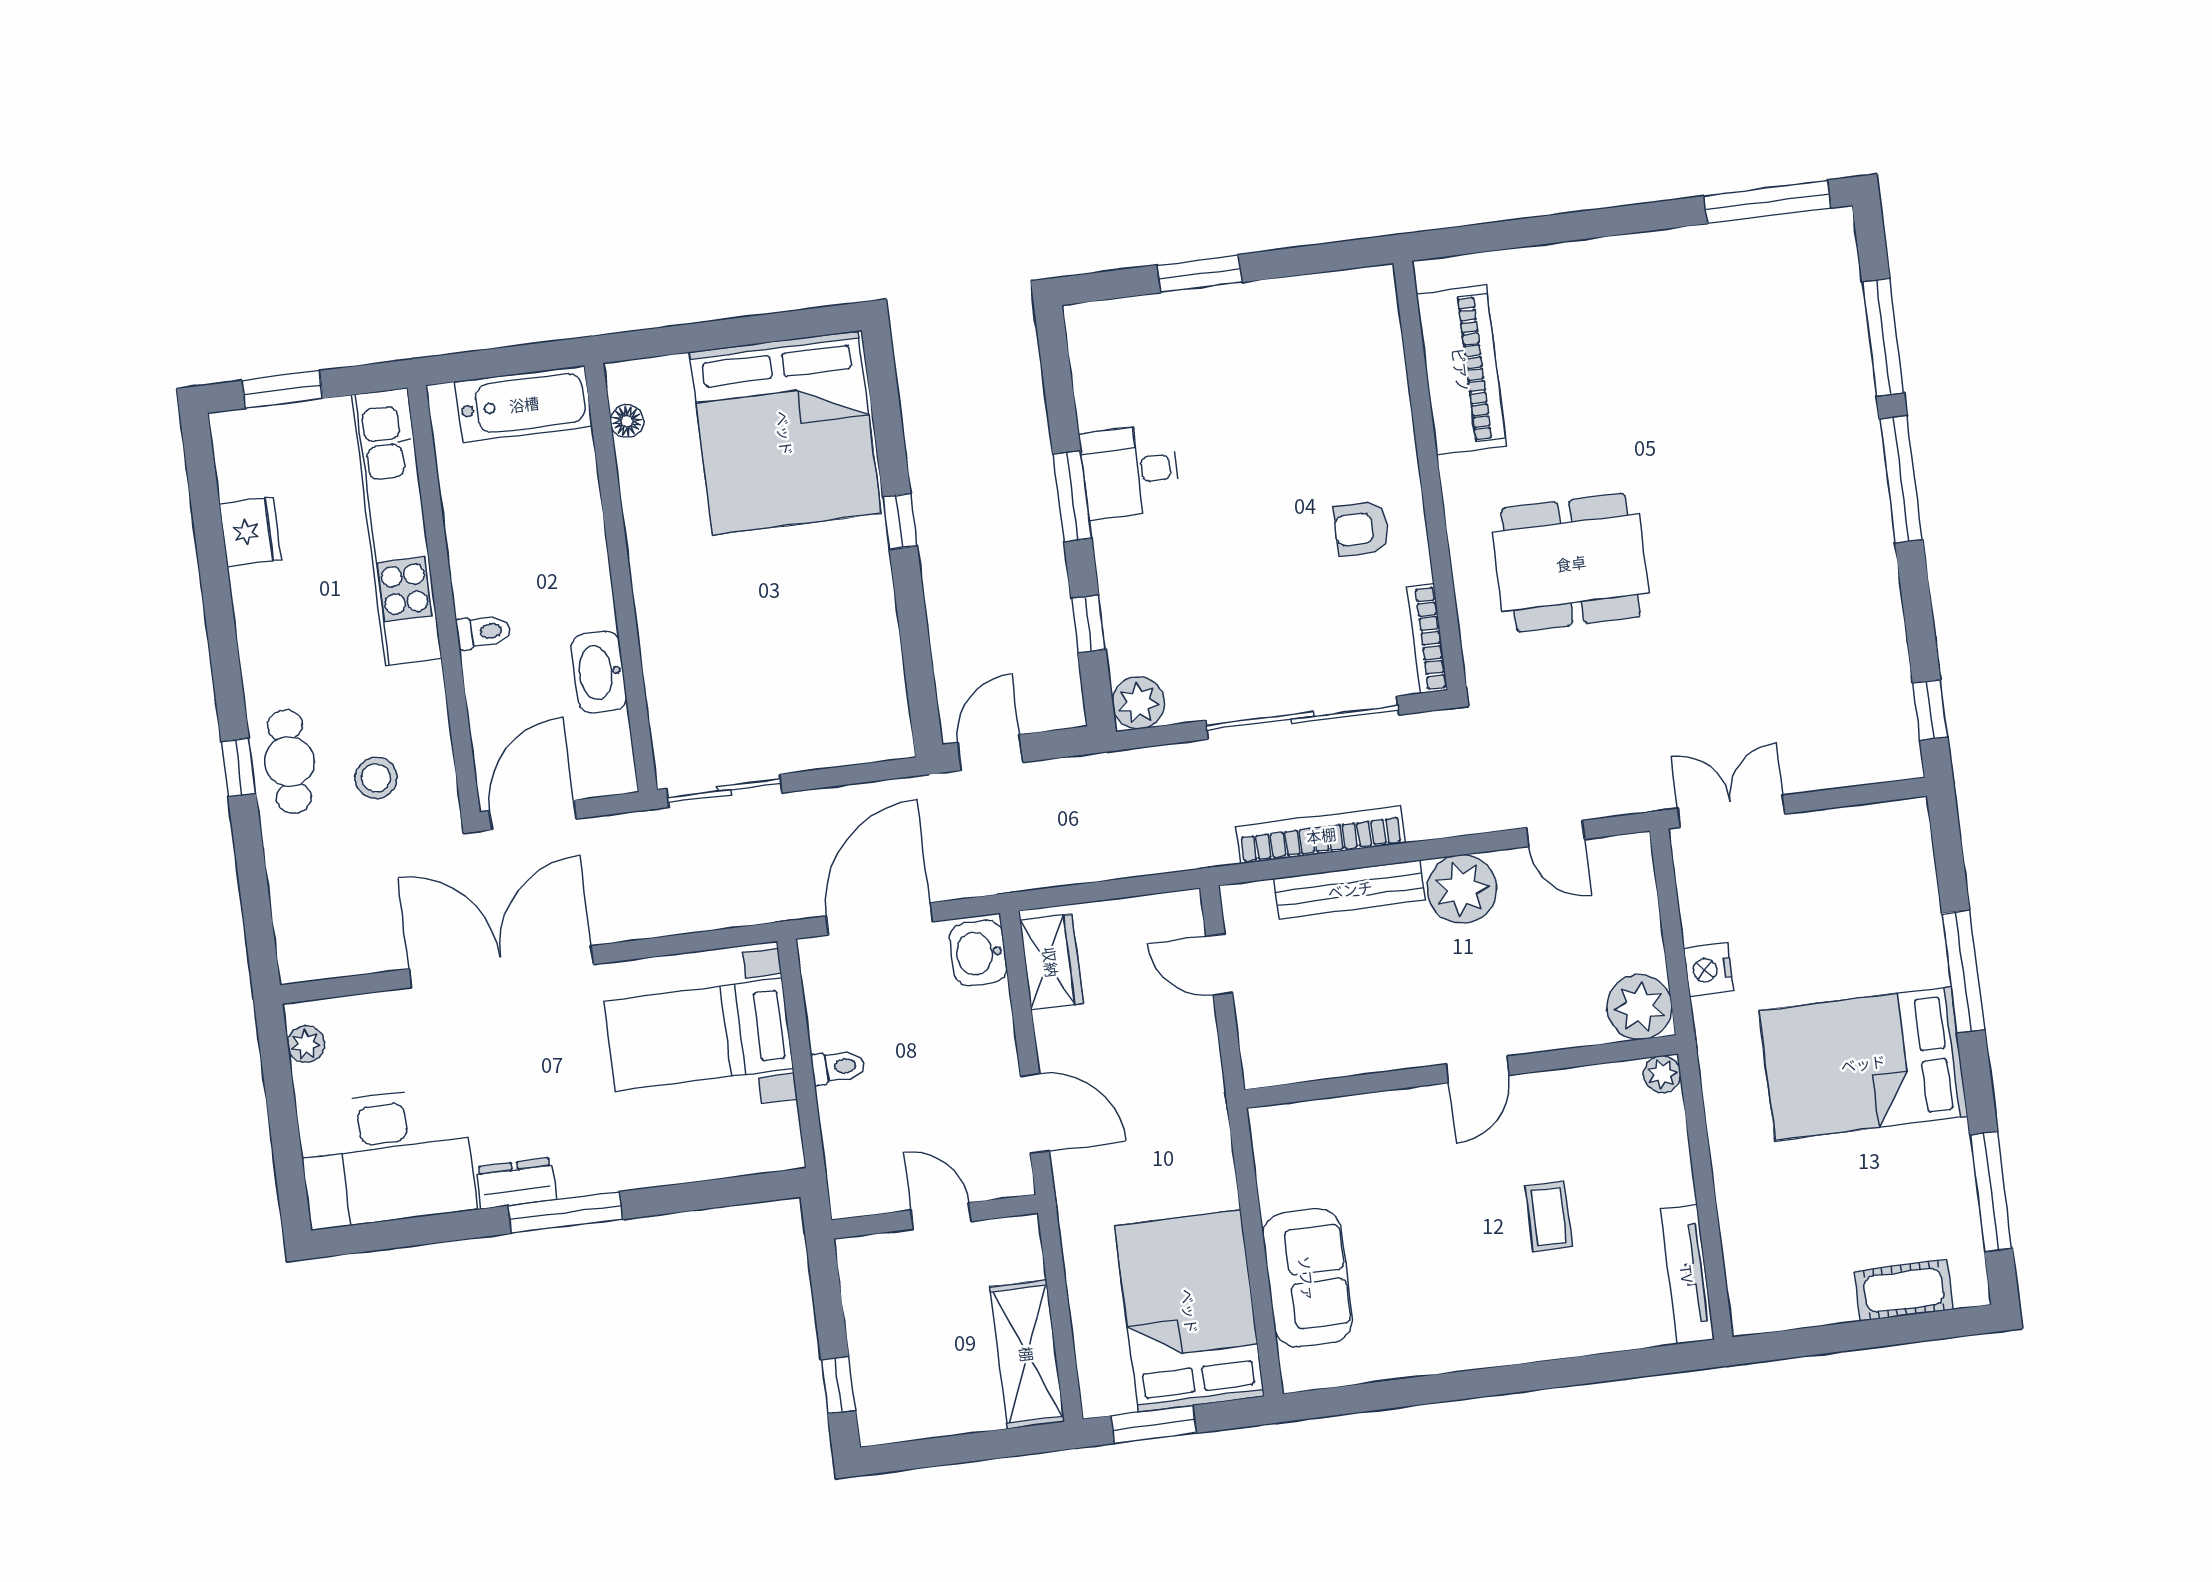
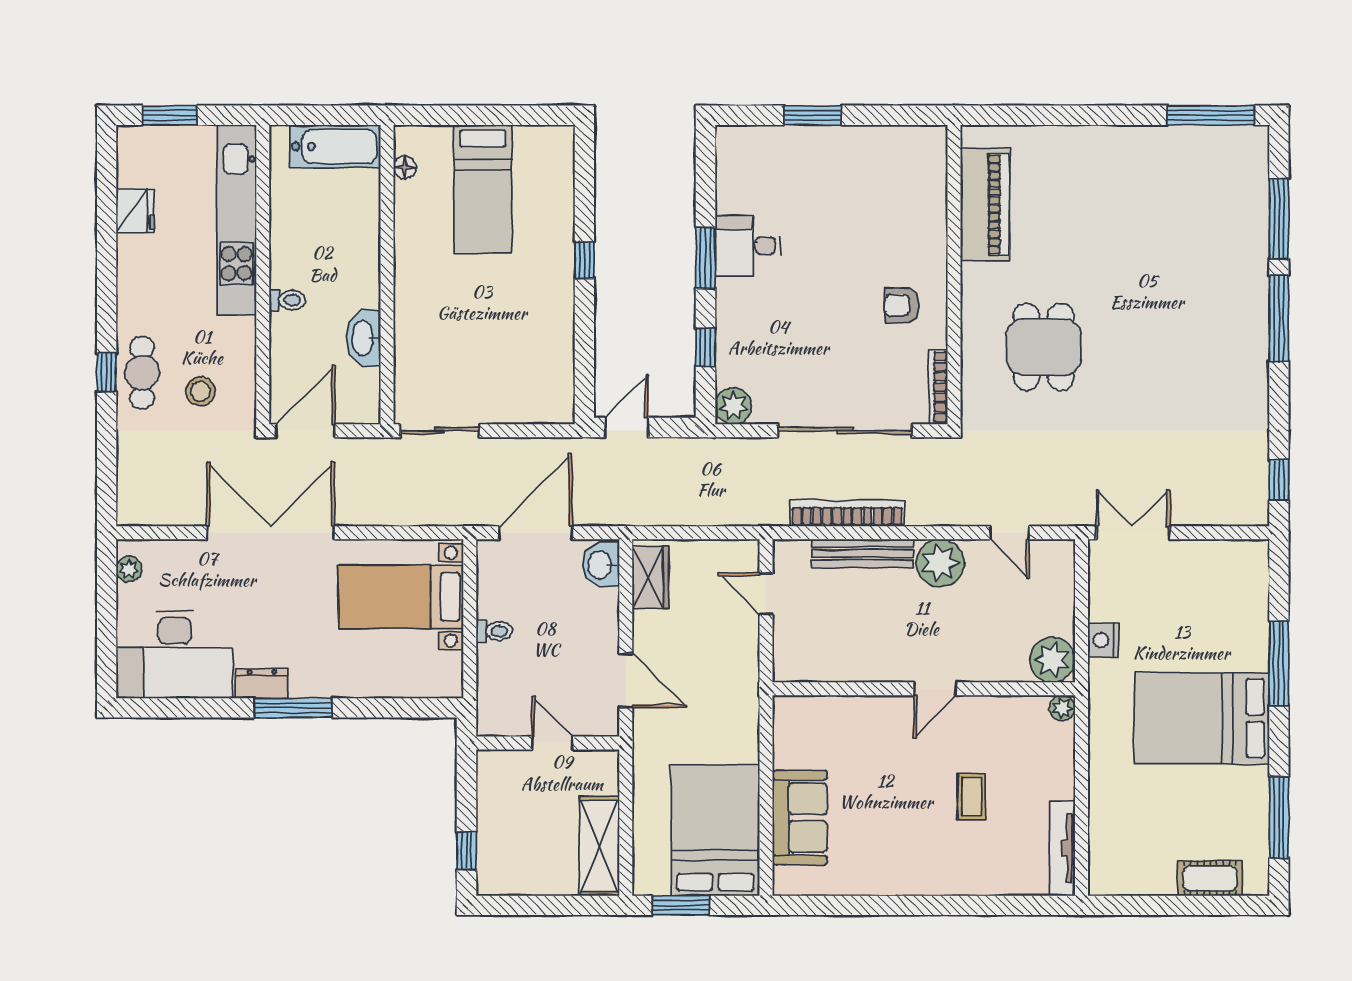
bed: (785, 433) -> (483, 189), width x0.49
dining table: (1571, 563) -> (1044, 347), width x0.73

